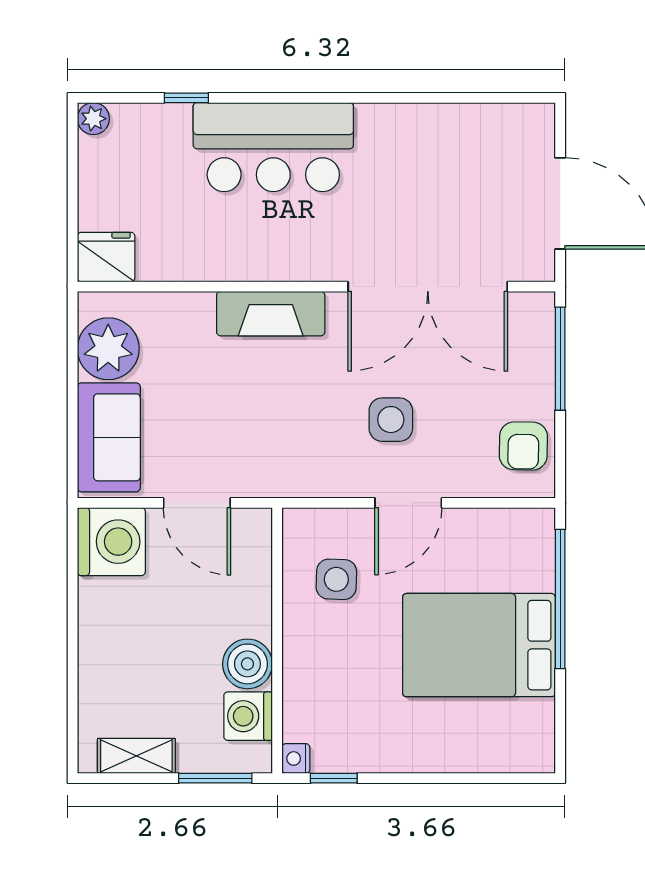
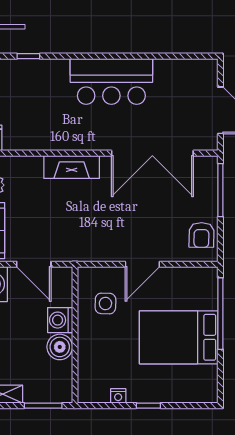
bar counter: (273, 147) -> (111, 81), moved
side table: (391, 420) -> (133, 221), removed
washing machine: (248, 716) -> (60, 320), moved
nightstand: (296, 758) -> (118, 396), moved, turned -90
window: (334, 778) -> (148, 406), moved

